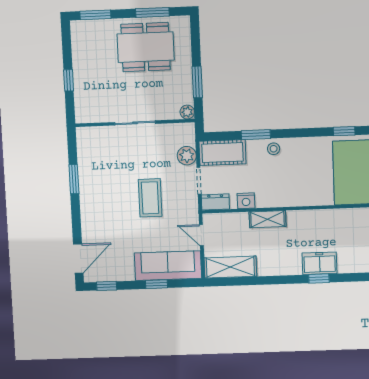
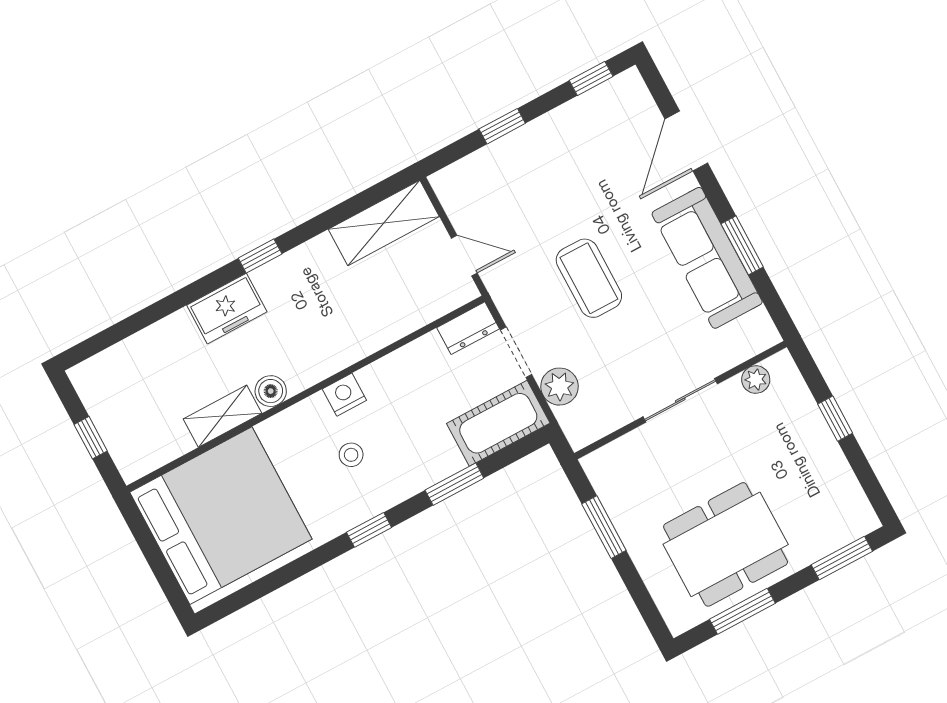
plant: (187, 112) -> (756, 379), moved
window: (344, 131) -> (369, 530), moved
stool: (274, 149) -> (351, 455), moved
nightstand: (246, 201) -> (344, 395), moved
boiler: (318, 217) -> (271, 391), added
shelving: (268, 219) -> (223, 416), moved
door: (78, 259) -> (686, 141), moved
sofa: (168, 266) -> (707, 258), moved, turned 90
window: (319, 278) -> (260, 256), moved

